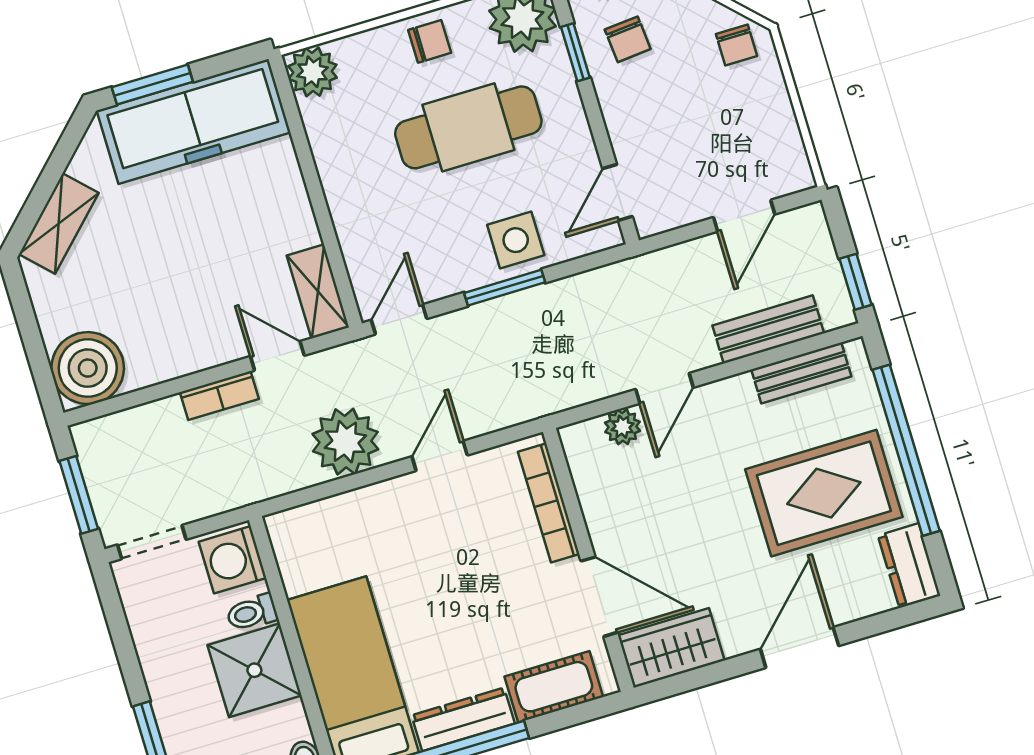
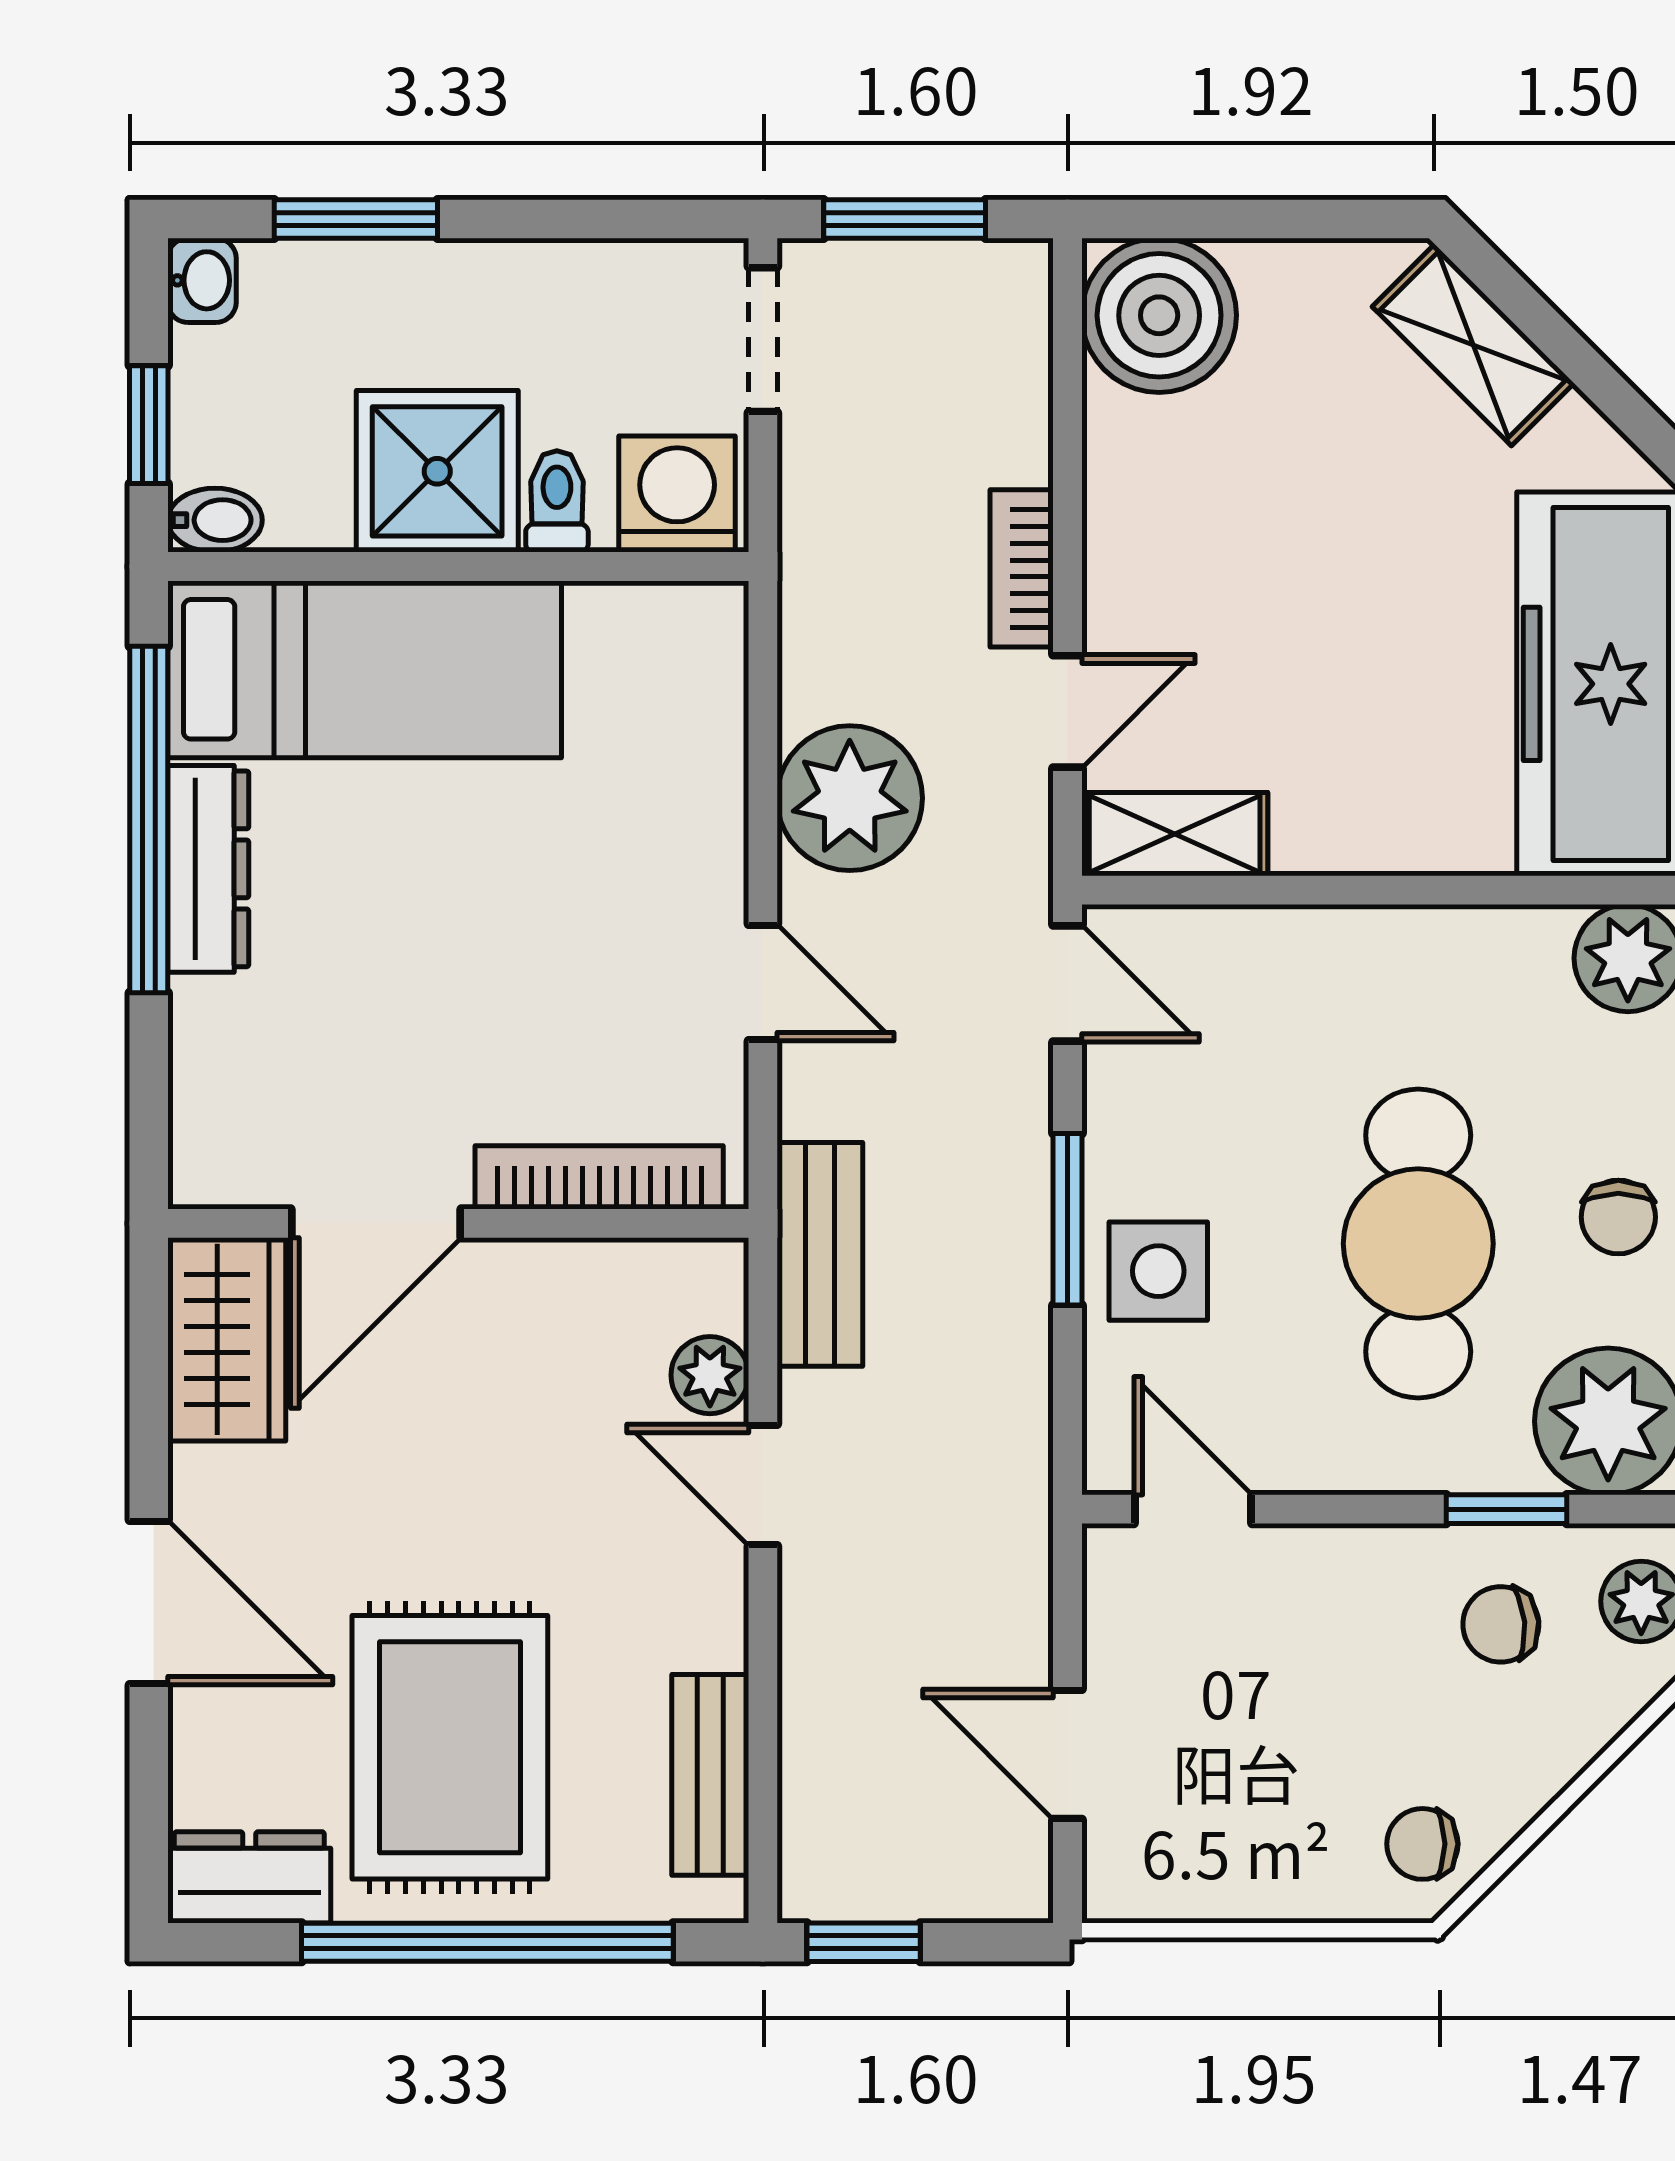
bench: (768, 329) -> (820, 1254), moved
cot: (554, 687) -> (219, 1075), removed

